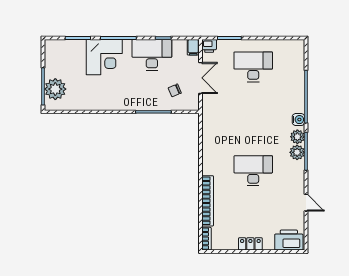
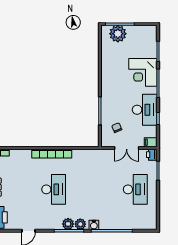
bookcase: (208, 201) -> (52, 154), moved

